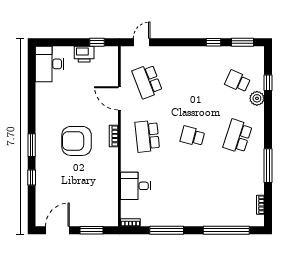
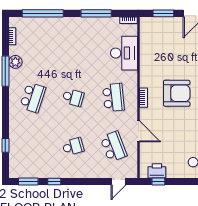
printer: (84, 54) -> (157, 171), moved
school desk: (238, 81) -> (73, 147), moved, turned -39
plant: (257, 98) -> (15, 62), moved
desk: (136, 186) -> (124, 53), width x1.37

